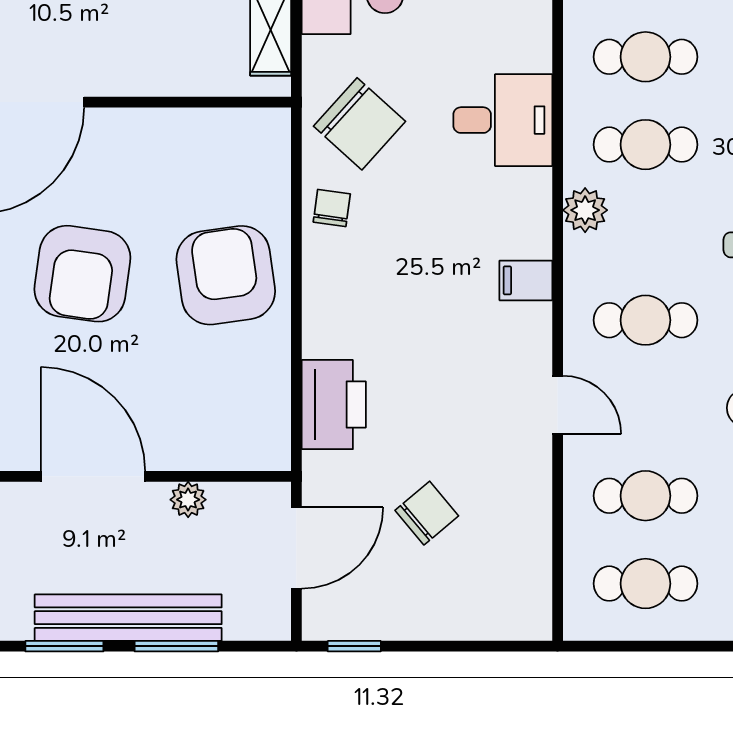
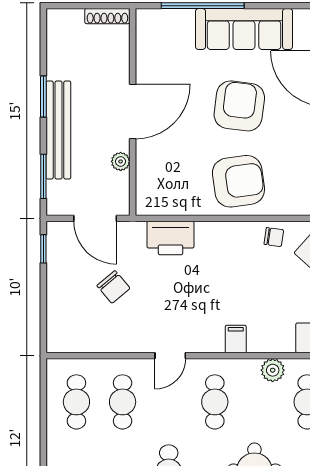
armchair: (82, 274) -> (239, 106), turned 89
window: (176, 646) -> (43, 176), moved

